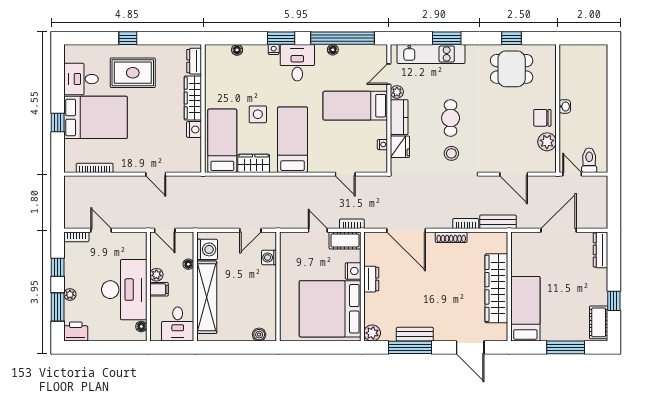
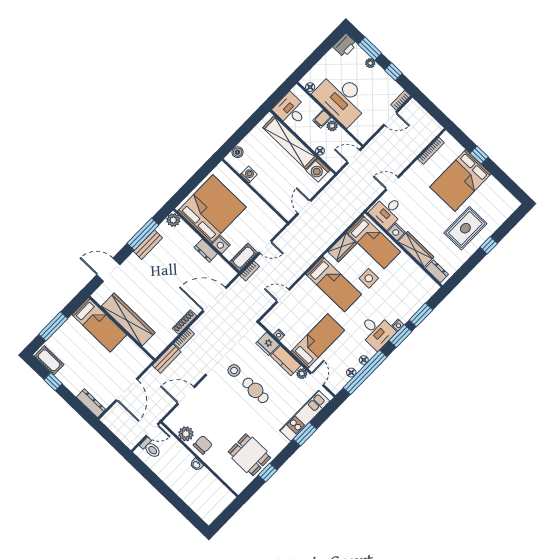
window: (246, 38) -> (421, 315), added
floor lamp: (237, 50) -> (351, 373), moved
dining table: (512, 69) -> (249, 455), turned 90
desk: (81, 79) -> (387, 212), moved, turned 180
washing machine: (269, 258) -> (249, 175), moved

